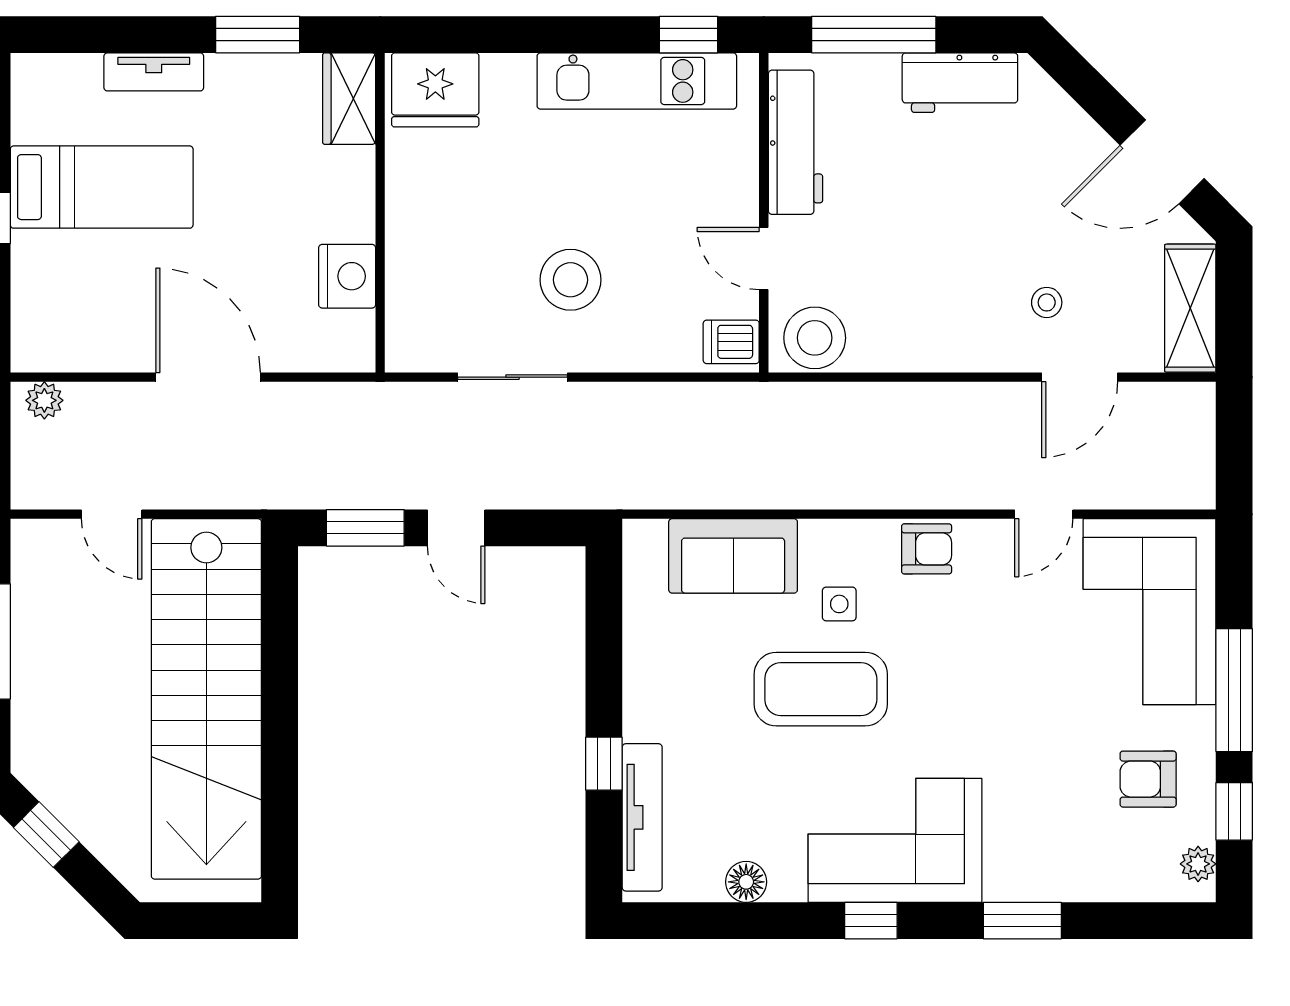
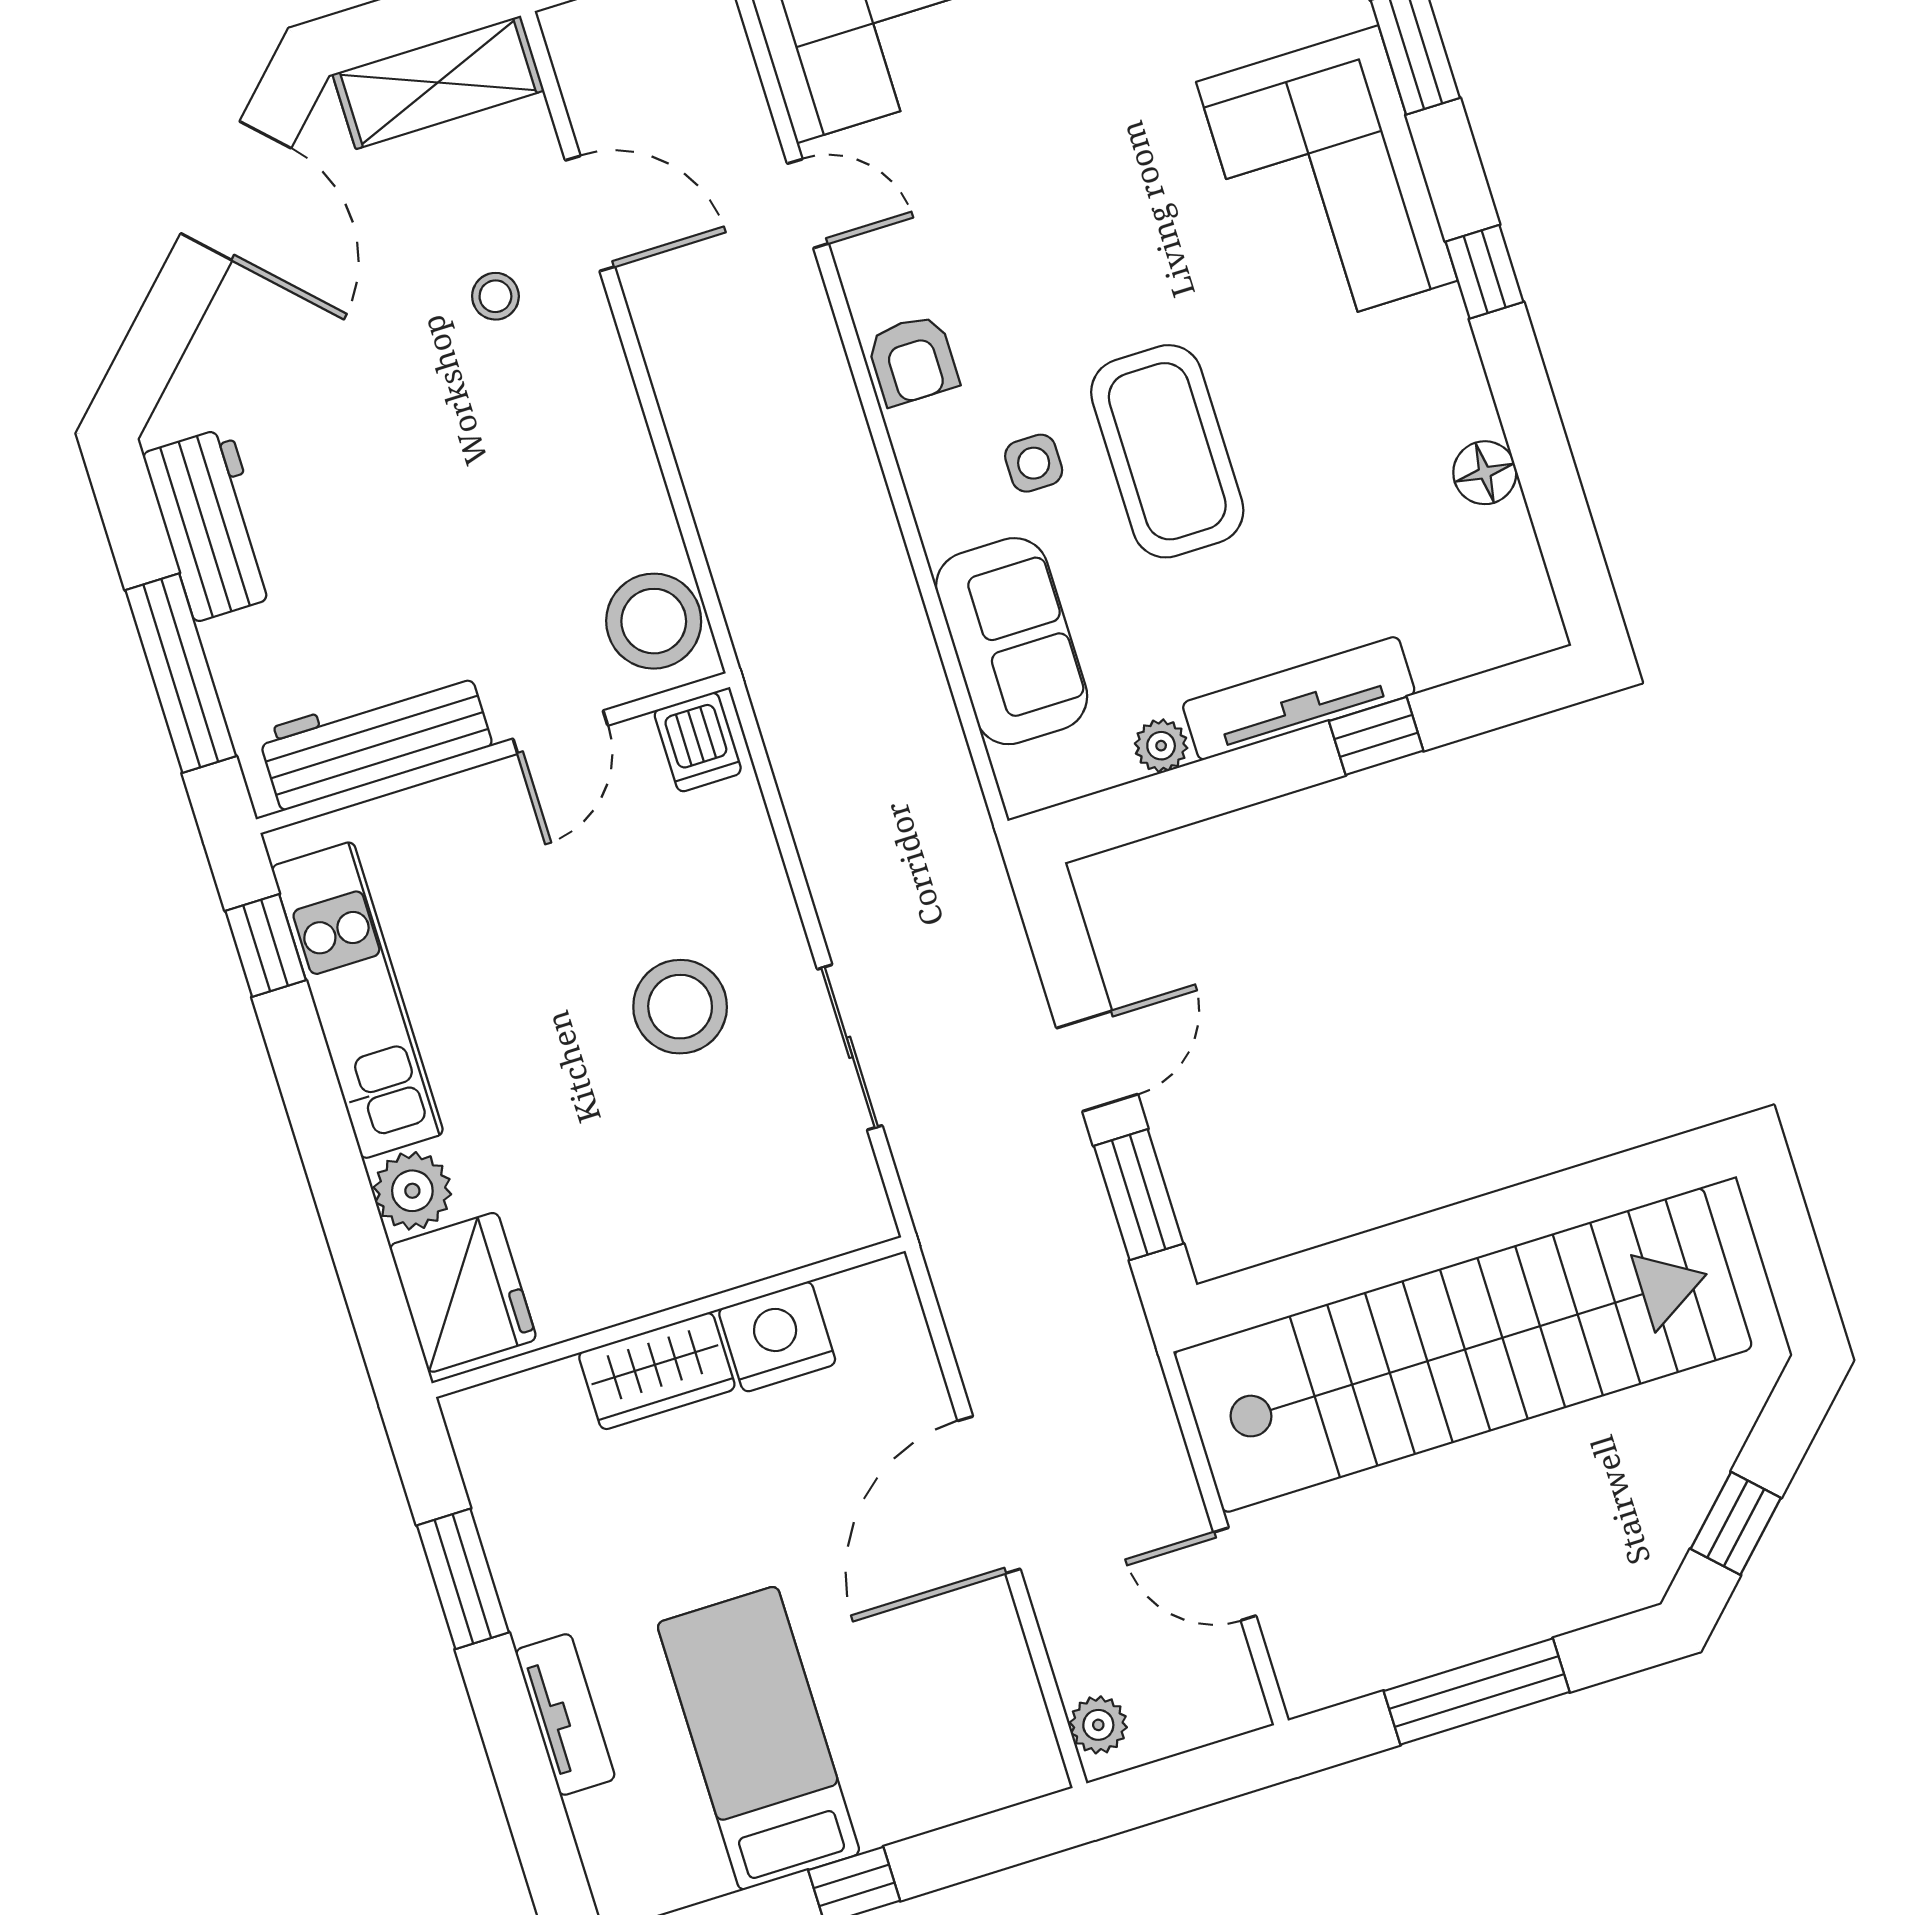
plant: (508, 78) -> (412, 1191), added
wardrobe: (349, 99) -> (657, 1371), moved
door: (112, 514) -> (1235, 1574), swing flipped
armchair: (927, 549) -> (913, 360), turned 180
plant: (639, 628) -> (1161, 746), added
tv unit: (642, 817) -> (1299, 698), moved
corner sofa: (895, 840) -> (1327, 181), moved

